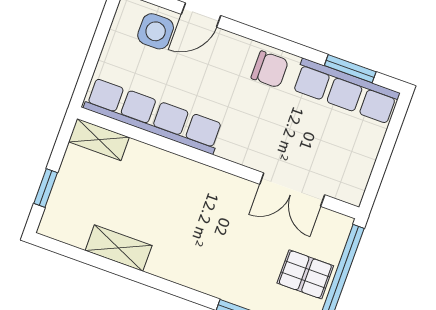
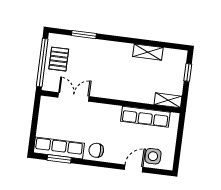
row of seats: (153, 116) -> (145, 117), width x0.73
pallet: (305, 274) -> (59, 59), turned 90

